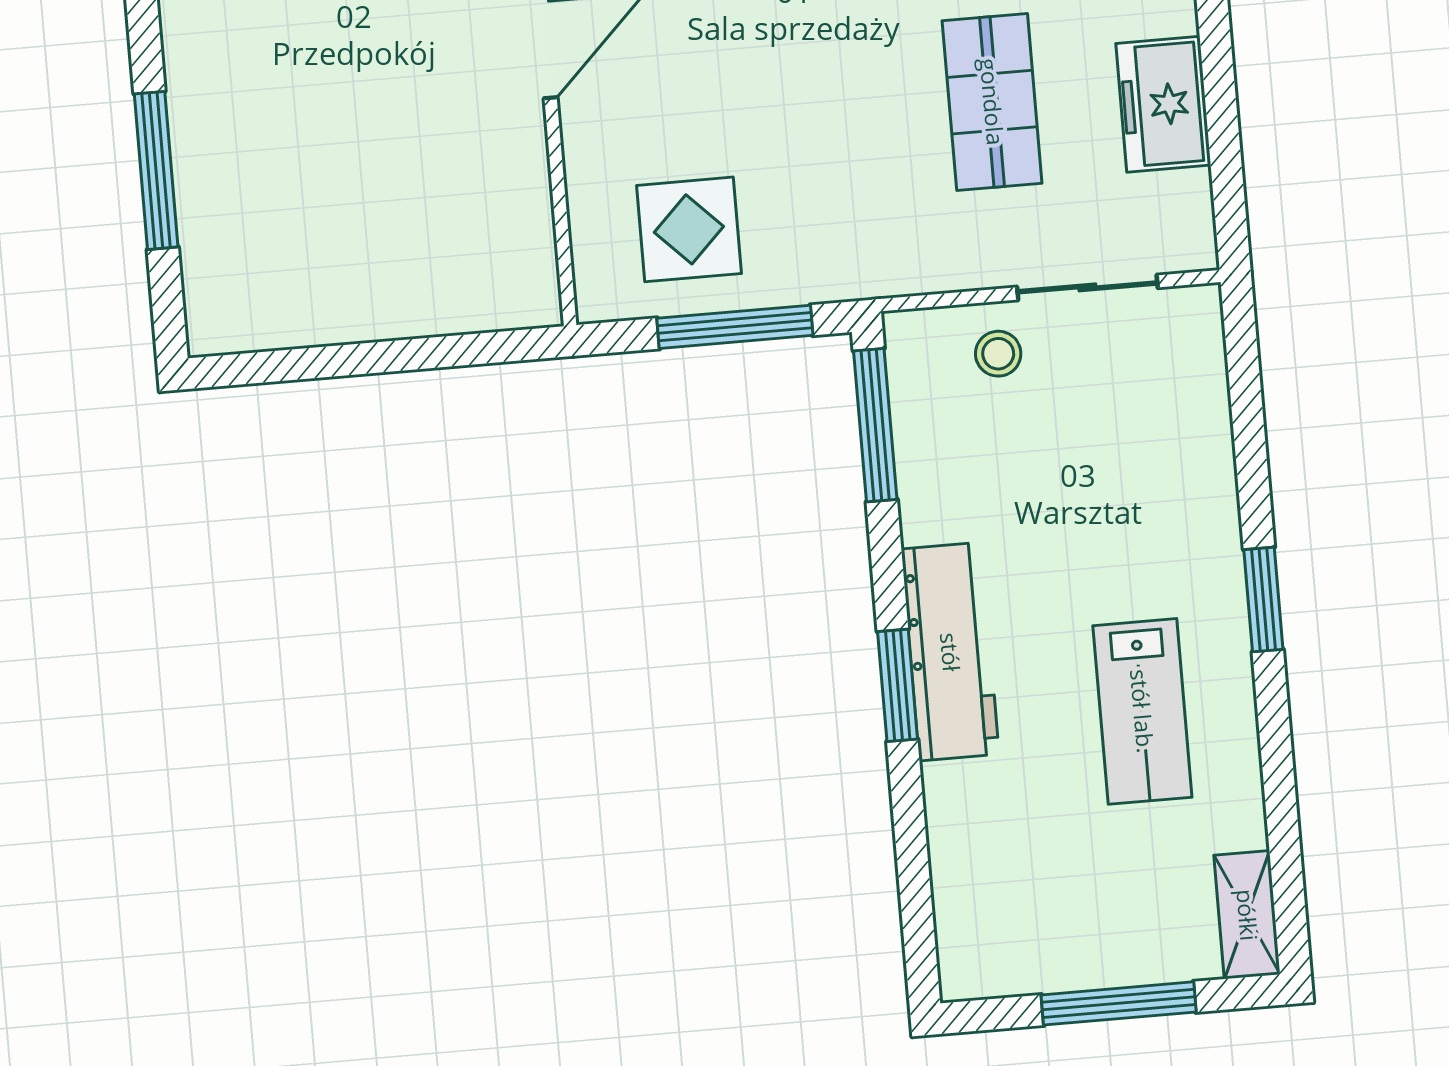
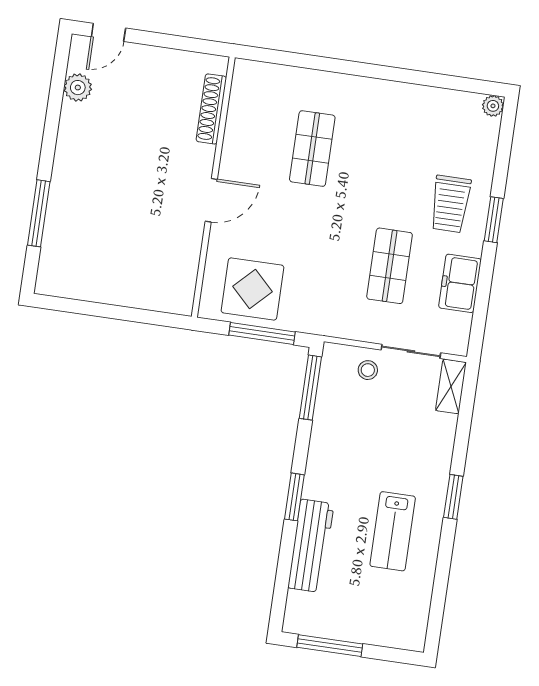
display table: (689, 229) -> (252, 289), width x1.36, depth x1.36
workbench: (950, 652) -> (311, 546), moved
shelving: (1247, 915) -> (451, 386), moved
window: (1119, 1003) -> (330, 646), moved

